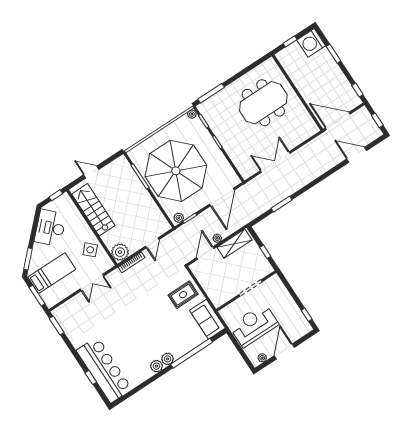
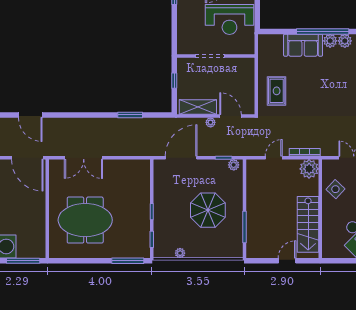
window: (290, 41) -> (23, 261), width x2.17
plant: (192, 114) -> (180, 253), moved
double door: (275, 162) -> (84, 158), moved
parasol: (176, 171) -> (208, 210), width x0.54, depth x0.54
door: (91, 172) -> (287, 261), swing flipped
window: (56, 195) -> (334, 261), removed
door: (205, 253) -> (231, 116), swing flipped
rug: (183, 295) -> (277, 91), turned 90
sofa: (207, 319) -> (303, 45), moved, turned 90
window: (192, 353) -> (323, 31), moved

